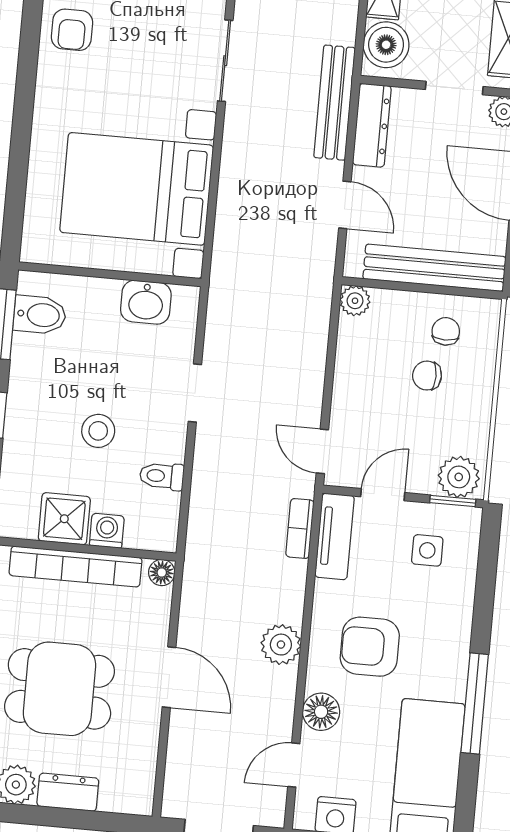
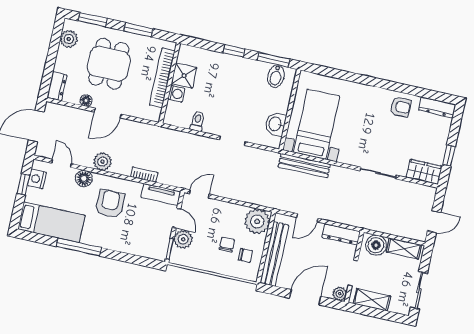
armchair: (72, 30) -> (400, 107), turned 180
bench: (335, 103) -> (304, 166), moved
bed with nightstands: (137, 189) -> (317, 124), width x0.73
plant: (355, 301) -> (257, 221), width x1.87, depth x1.87
stool: (98, 431) -> (221, 96), removed
plant: (459, 477) -> (183, 239), moved
bookcase: (300, 529) -> (144, 175), moved
side table: (427, 550) -> (149, 235), removed
floor lamp: (162, 573) -> (86, 101), moved
plant: (281, 645) -> (103, 162), moved
dresser: (68, 792) -> (57, 86), moved

